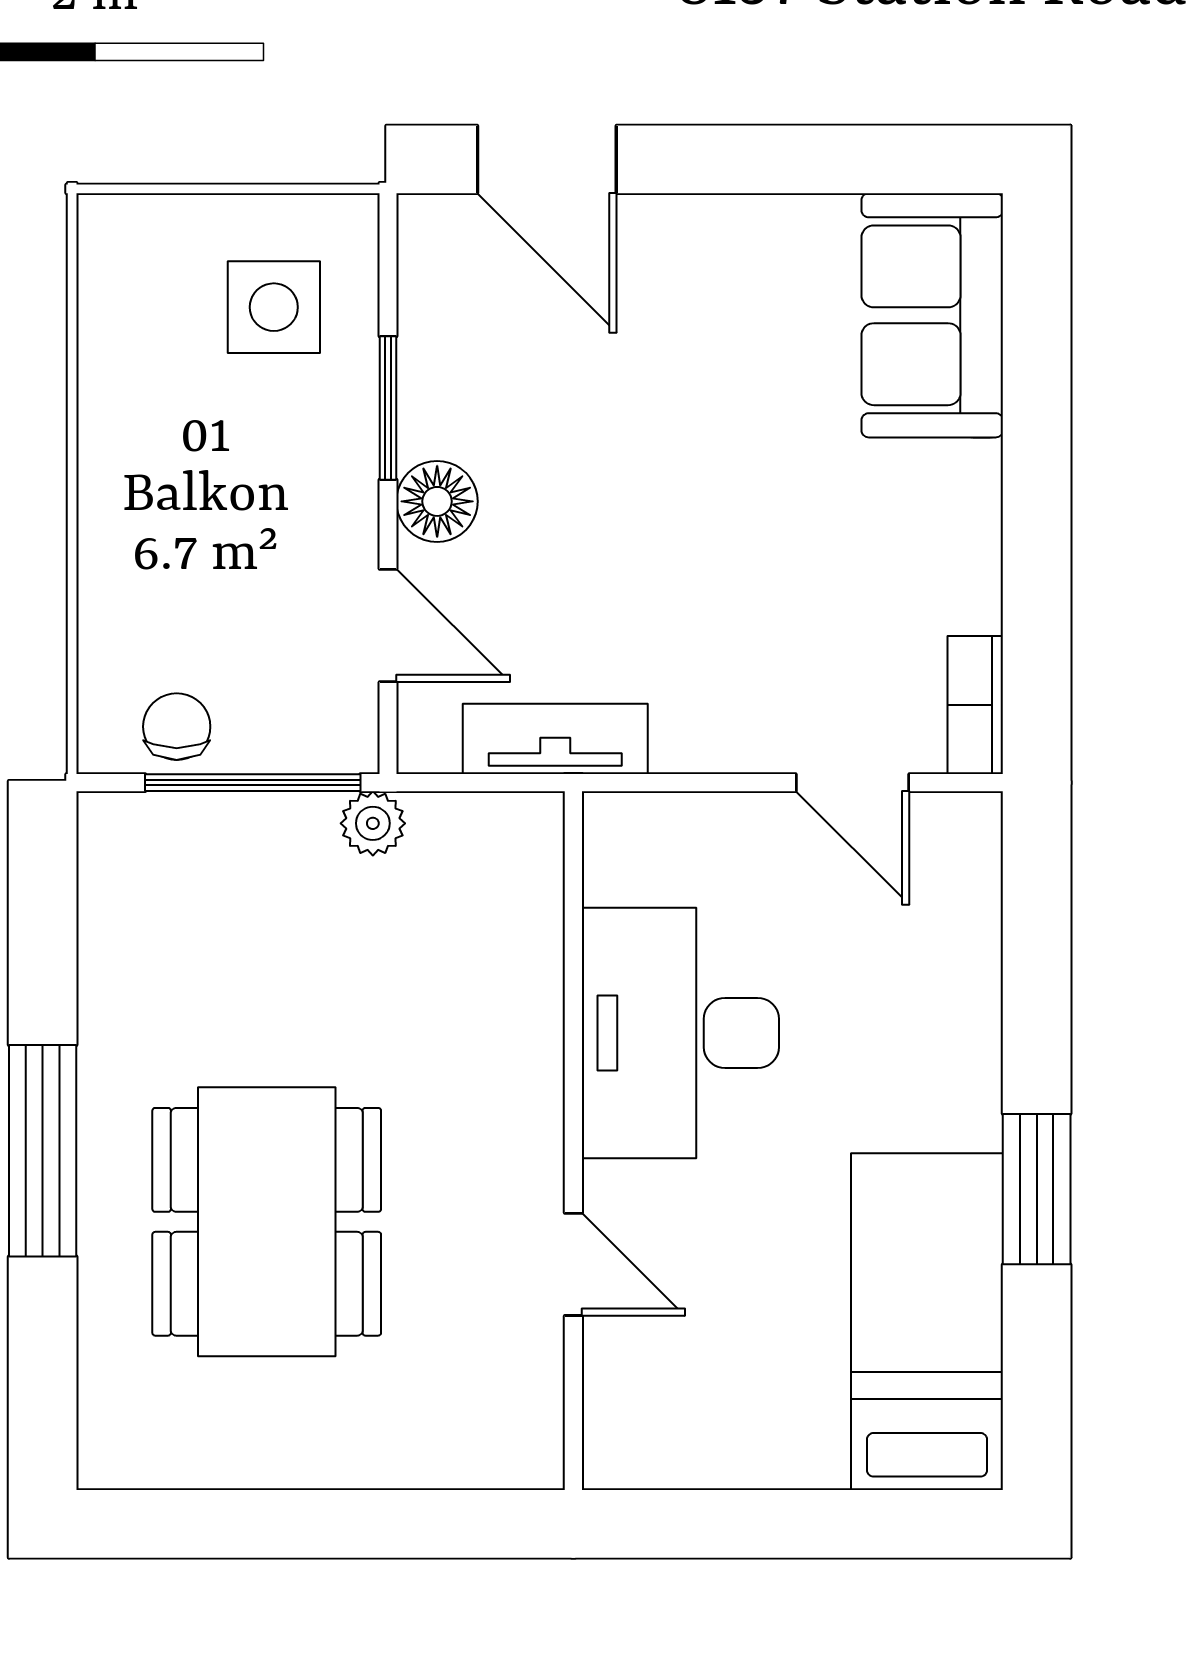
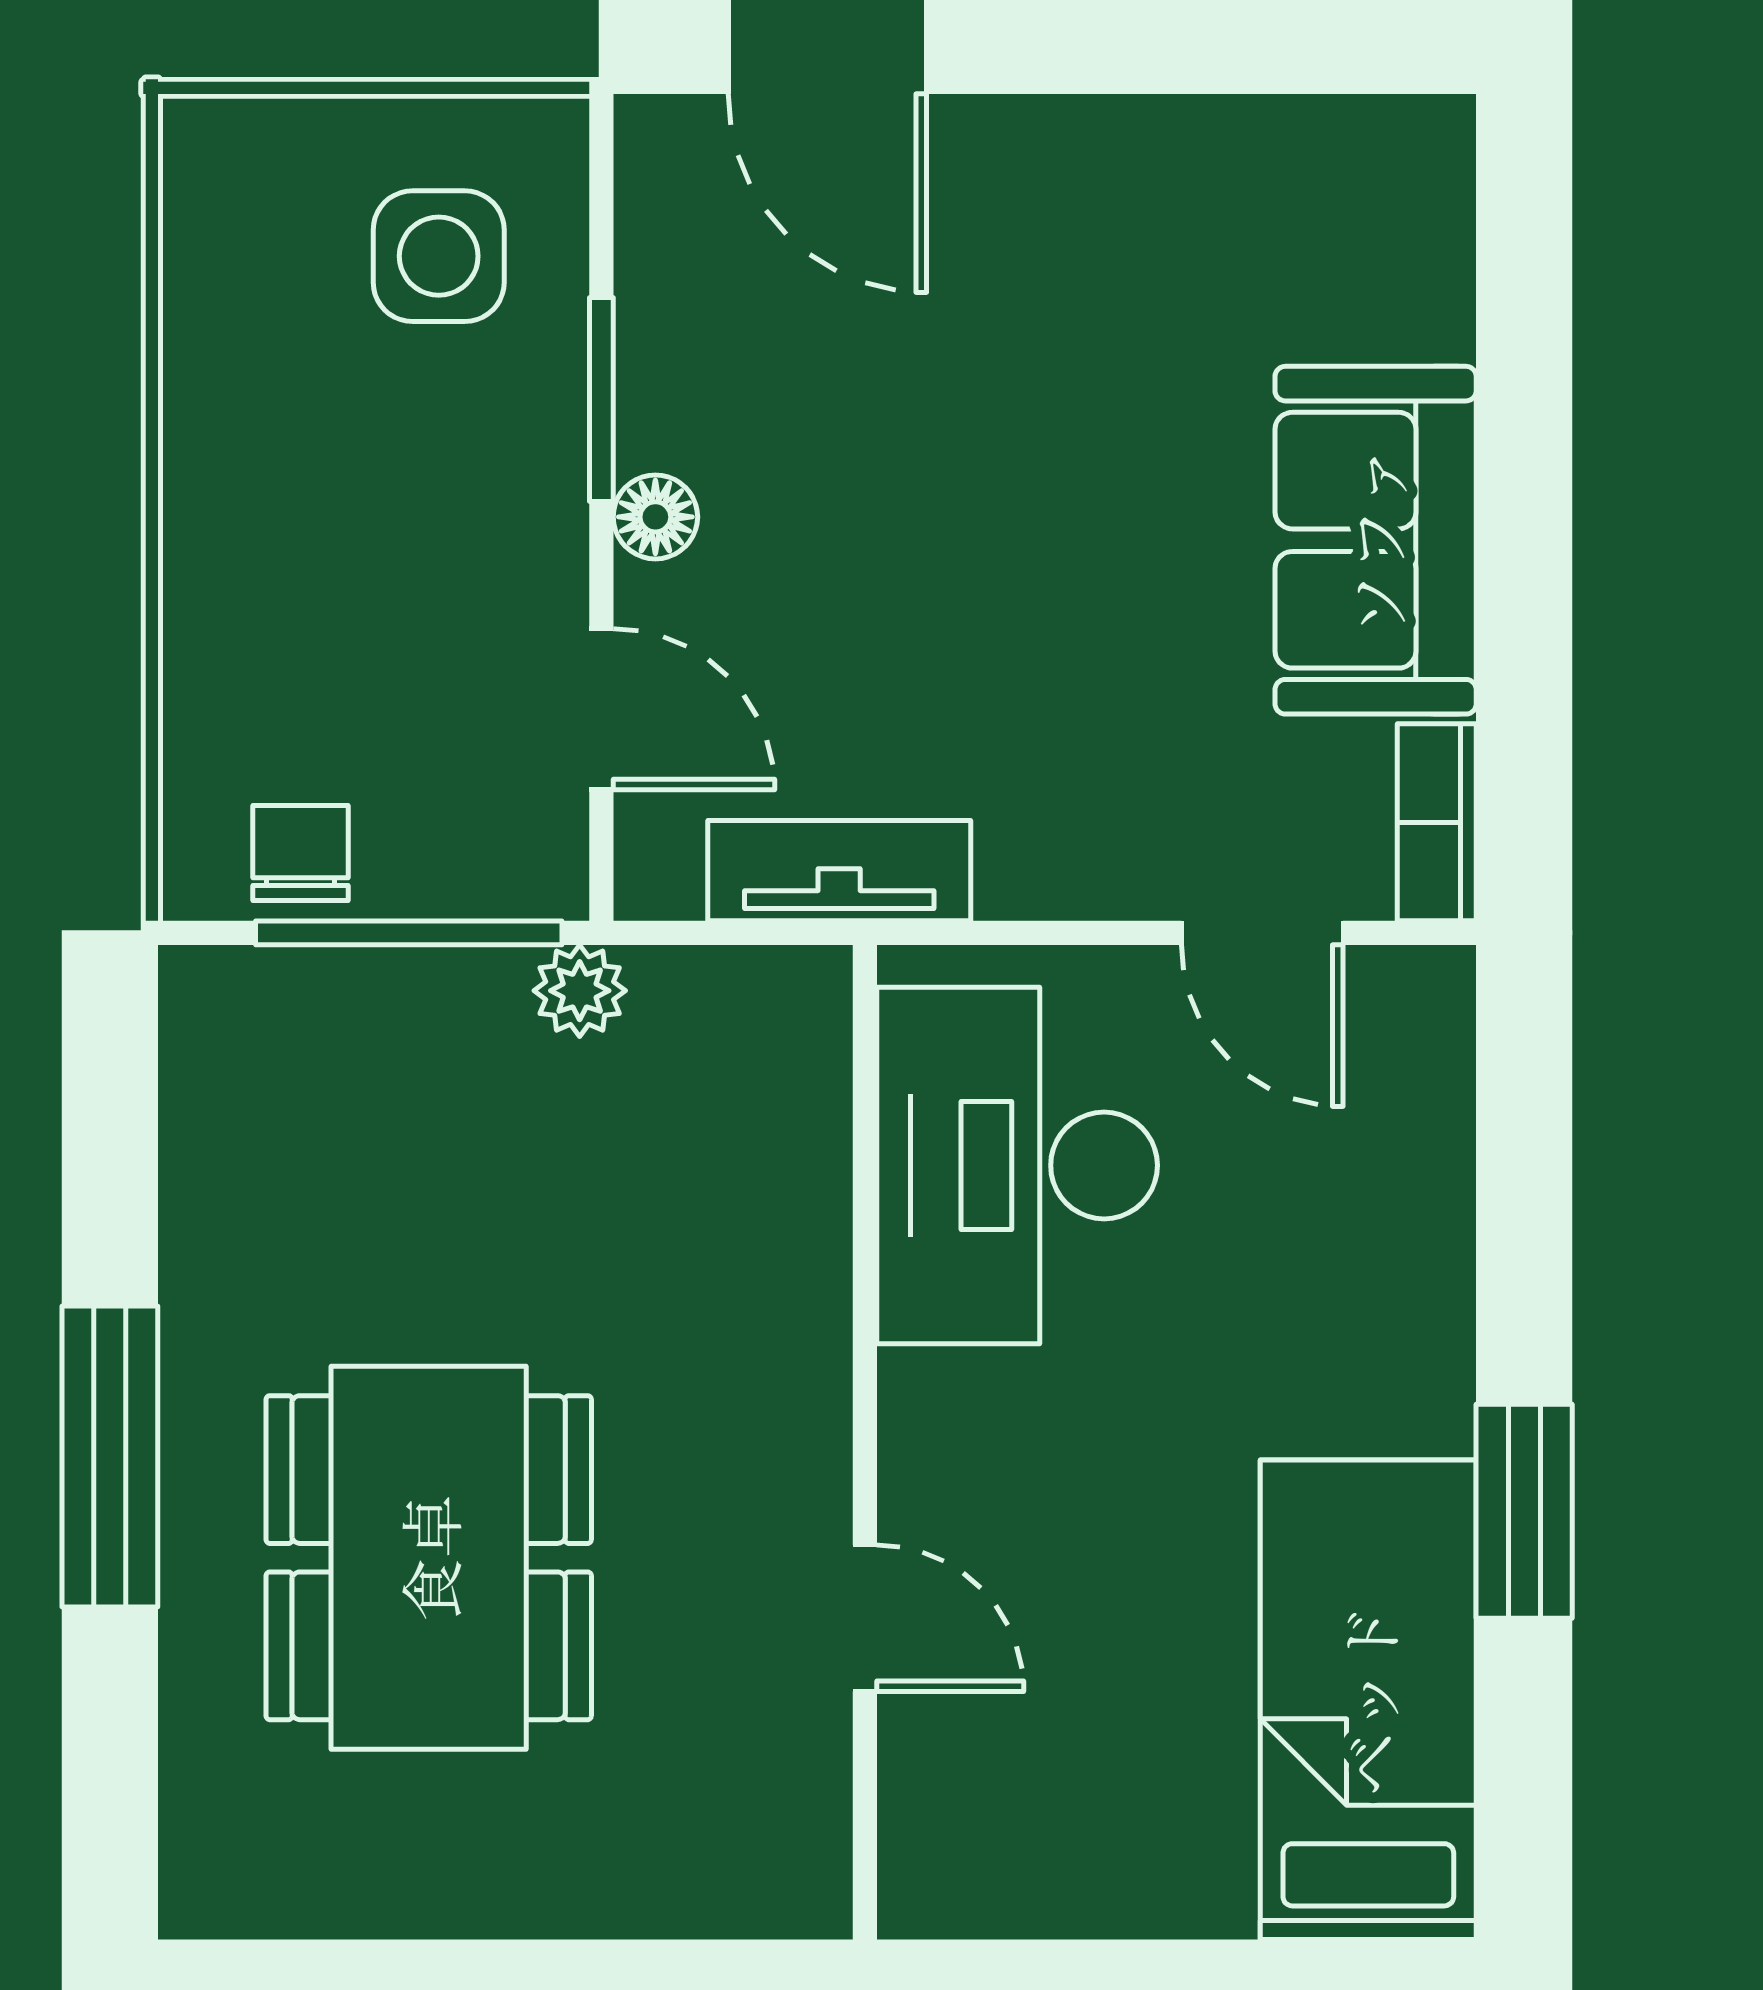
sofa: (932, 315) -> (1376, 540), moved
floor lamp: (437, 501) -> (655, 517), width x0.73, depth x0.73
desk: (680, 1033) -> (1017, 1165), moved

